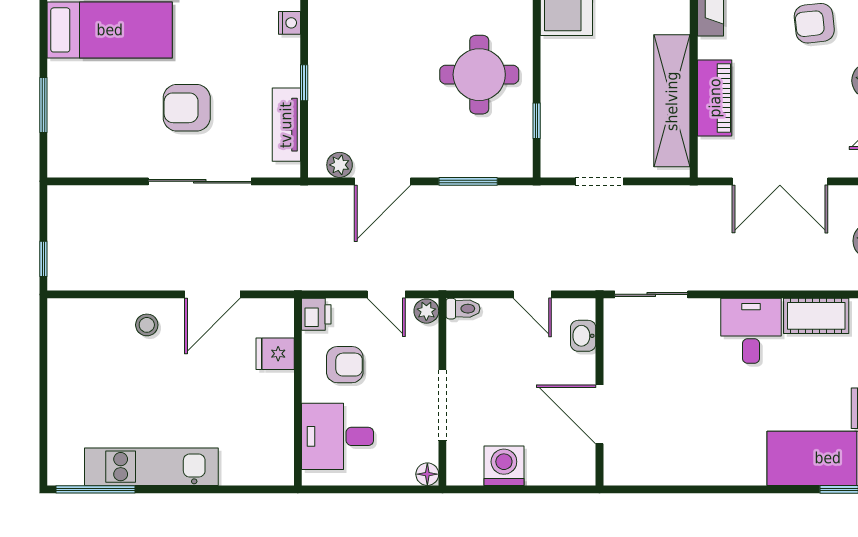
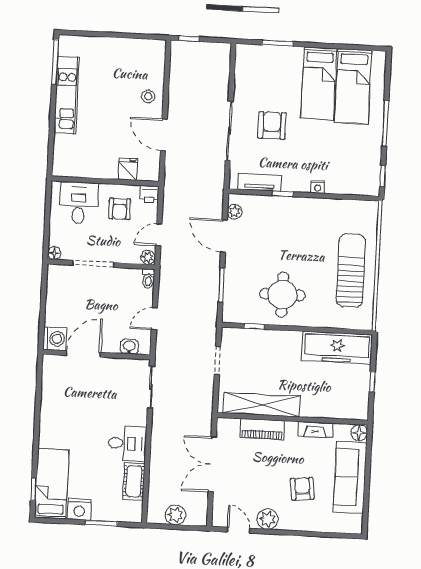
washing machine: (504, 466) -> (55, 339), moved

